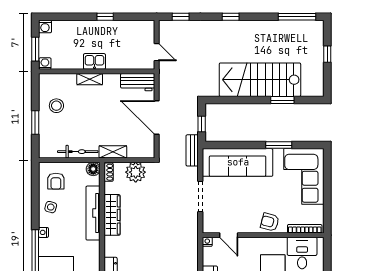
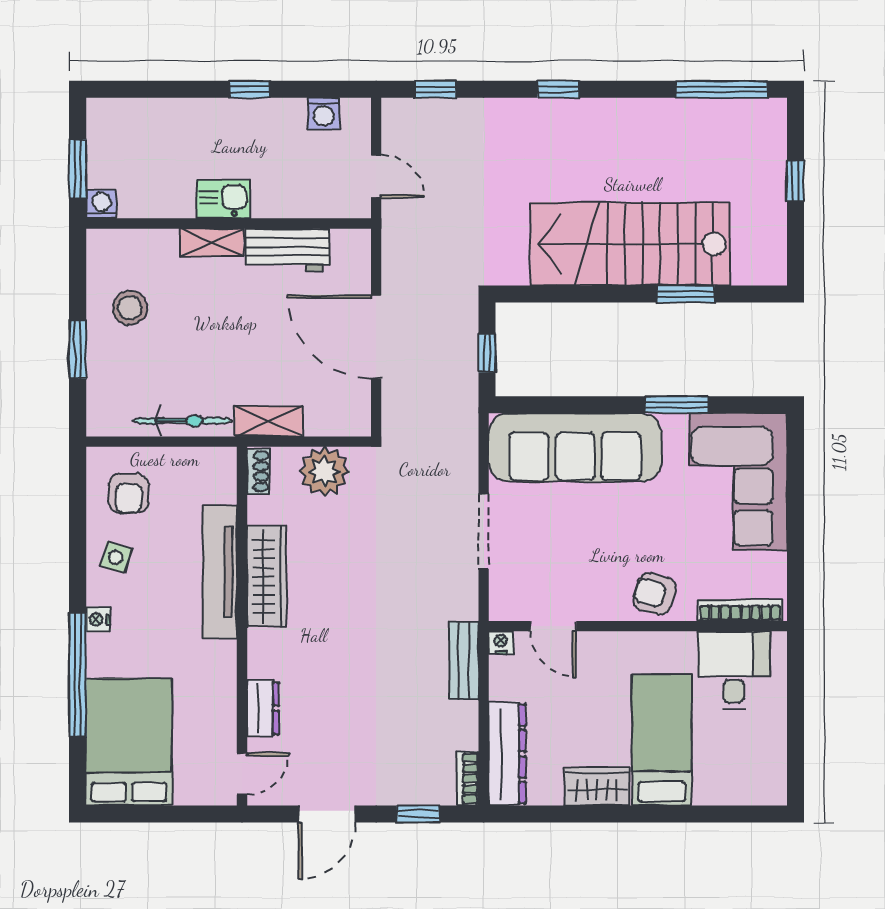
washing machine: (45, 27) -> (323, 113), moved
workbench: (138, 82) -> (288, 250), moved
bench: (192, 150) -> (464, 661), moved
floor lamp: (93, 169) -> (220, 463), removed

